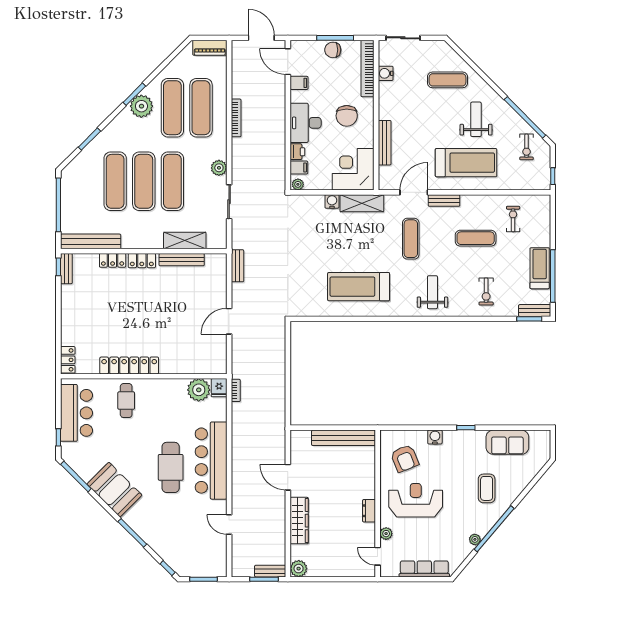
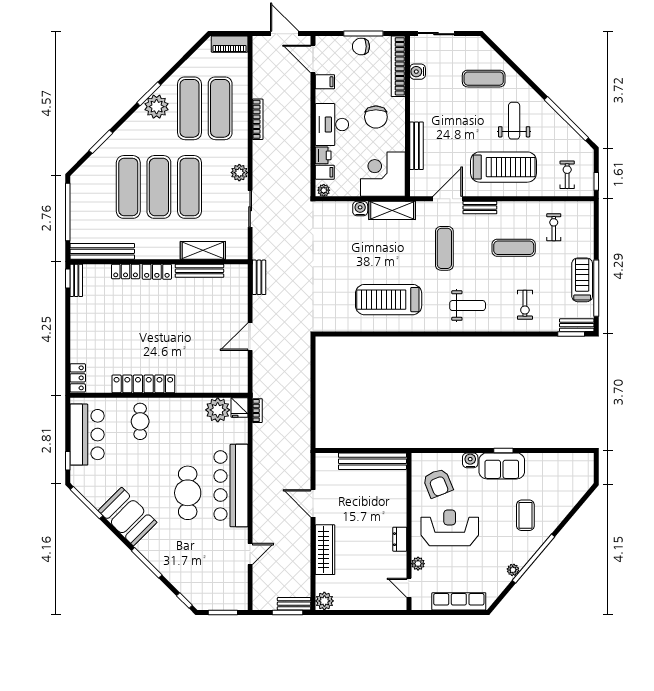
exercise bike: (527, 147) -> (567, 175), moved, turned 180
weight bench: (432, 292) -> (468, 306), turned 90
sofa: (507, 442) -> (502, 466), moved
door: (229, 525) -> (250, 554), swing flipped

